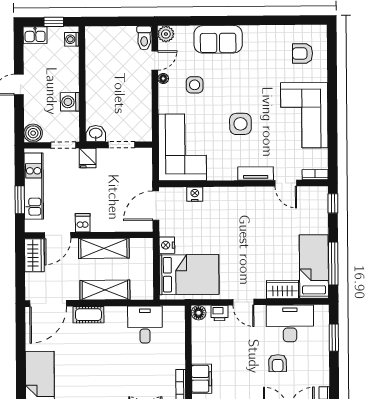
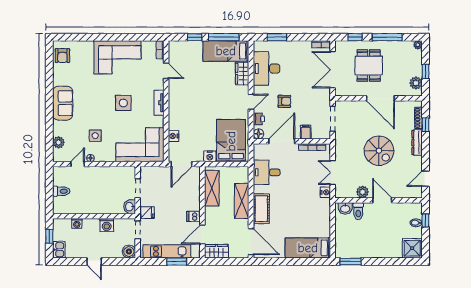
plant: (166, 34) -> (59, 142), moved
toilet: (144, 38) -> (61, 191), moved
washing machine: (72, 39) -> (77, 223), moved
sofa: (218, 39) -> (63, 103), moved
armchair: (302, 53) -> (62, 56), moved
door: (155, 61) -> (78, 164), hinge flipped
tv unit: (256, 173) -> (159, 103), moved
door: (286, 183) -> (166, 71), hinge flipped
window: (333, 203) -> (195, 37), moved
door: (156, 206) -> (181, 164), hinge flipped
door: (58, 235) -> (202, 235), swing flipped
shelving: (104, 248) -> (212, 188), moved
cot: (88, 315) -> (261, 209), width x1.37, depth x1.34
door: (188, 345) -> (282, 141), added
armchair: (278, 363) -> (284, 101), moved
filing cabinet: (202, 379) -> (306, 132), width x0.50

